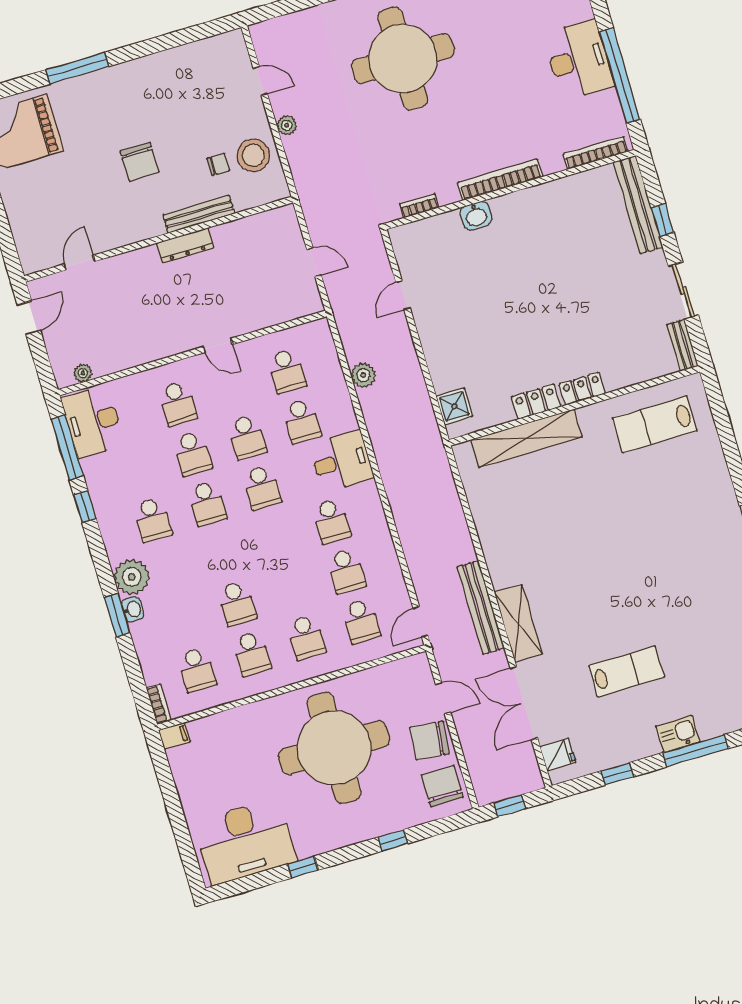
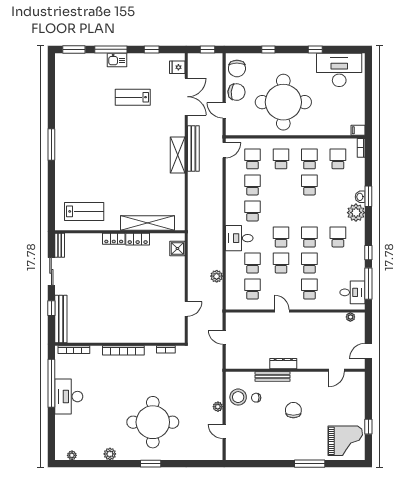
washbasin: (476, 216) -> (140, 337), removed
desk: (93, 421) -> (352, 292), width x0.73
shelving: (518, 623) -> (178, 155), moved

